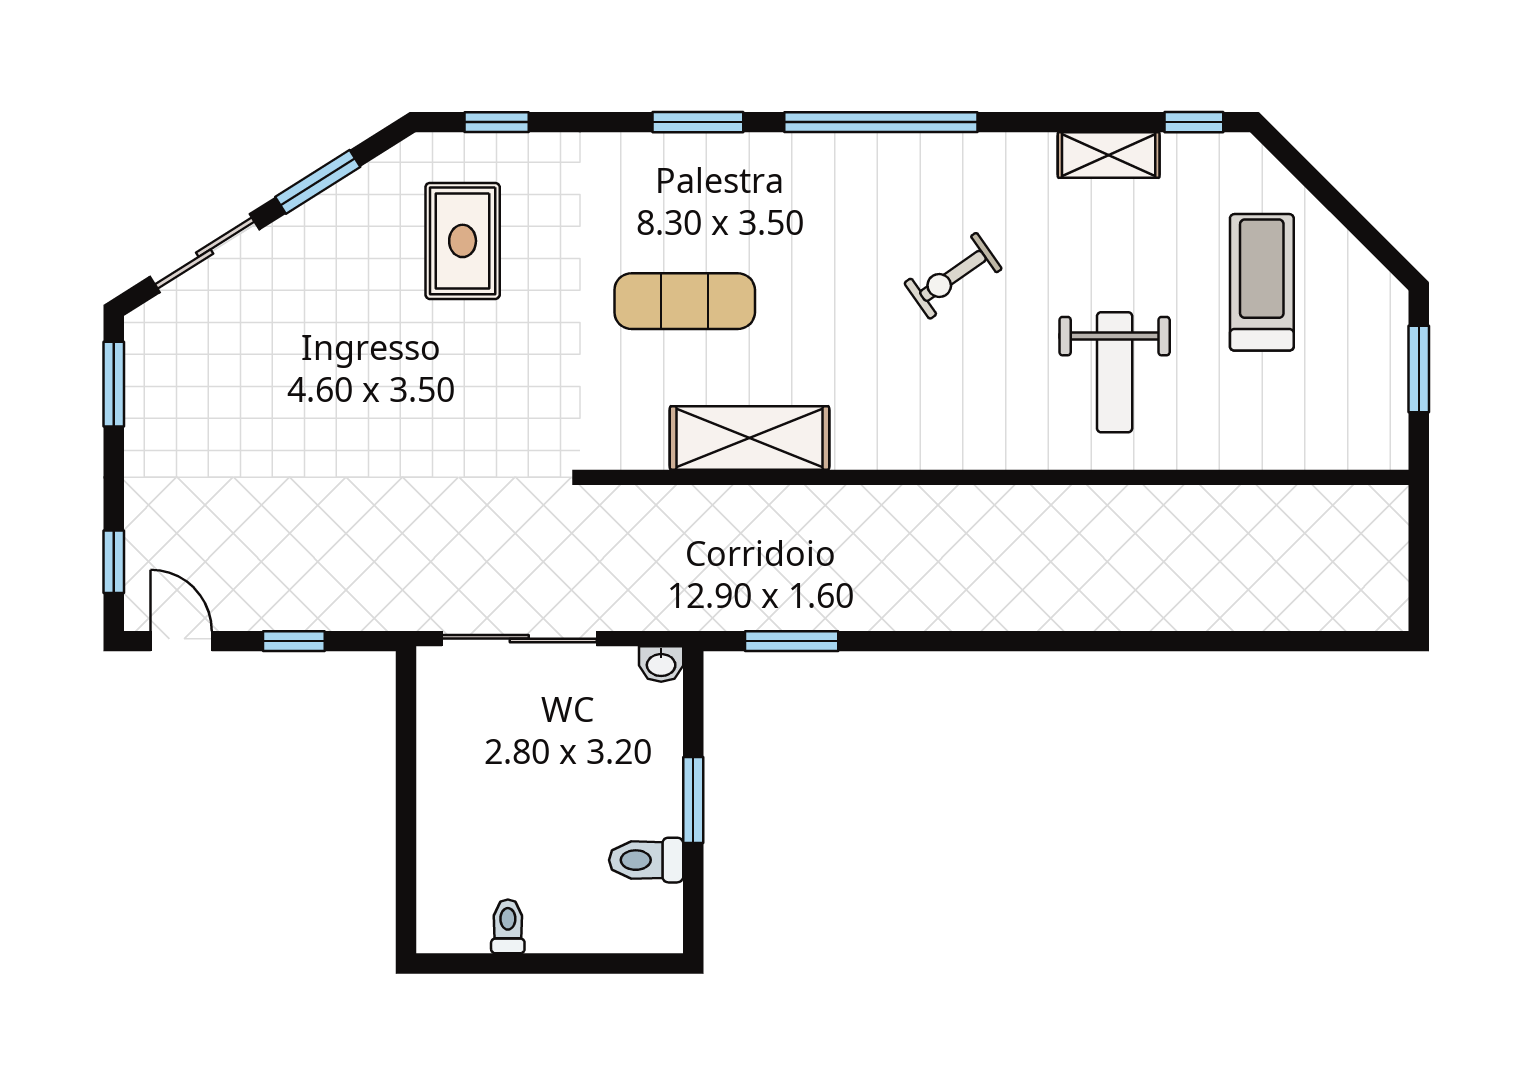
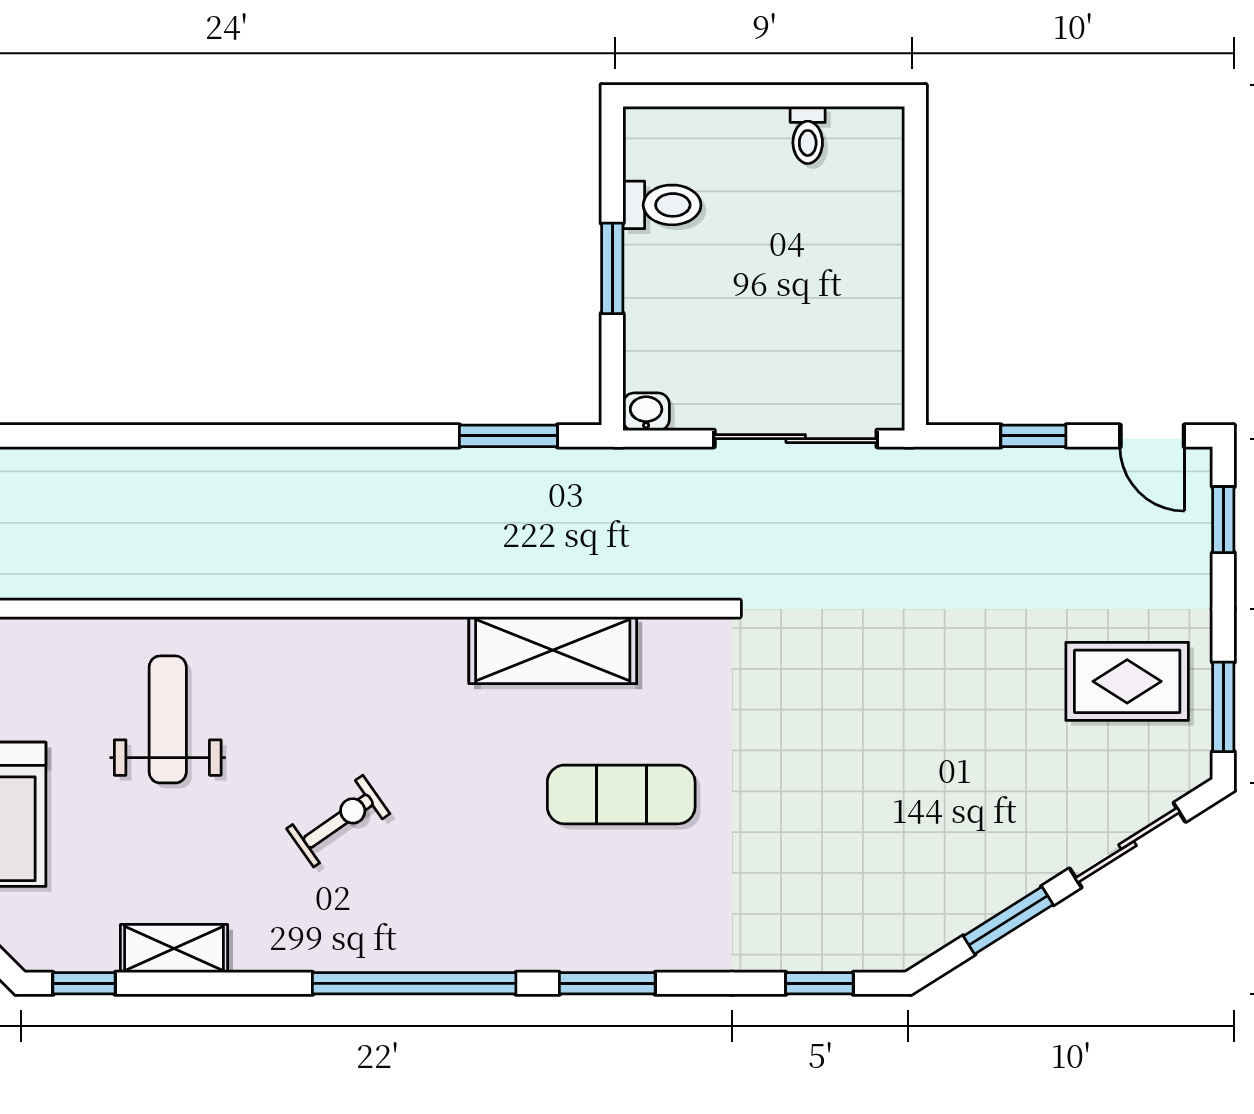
rug: (463, 241) -> (1127, 681), moved, turned 90

